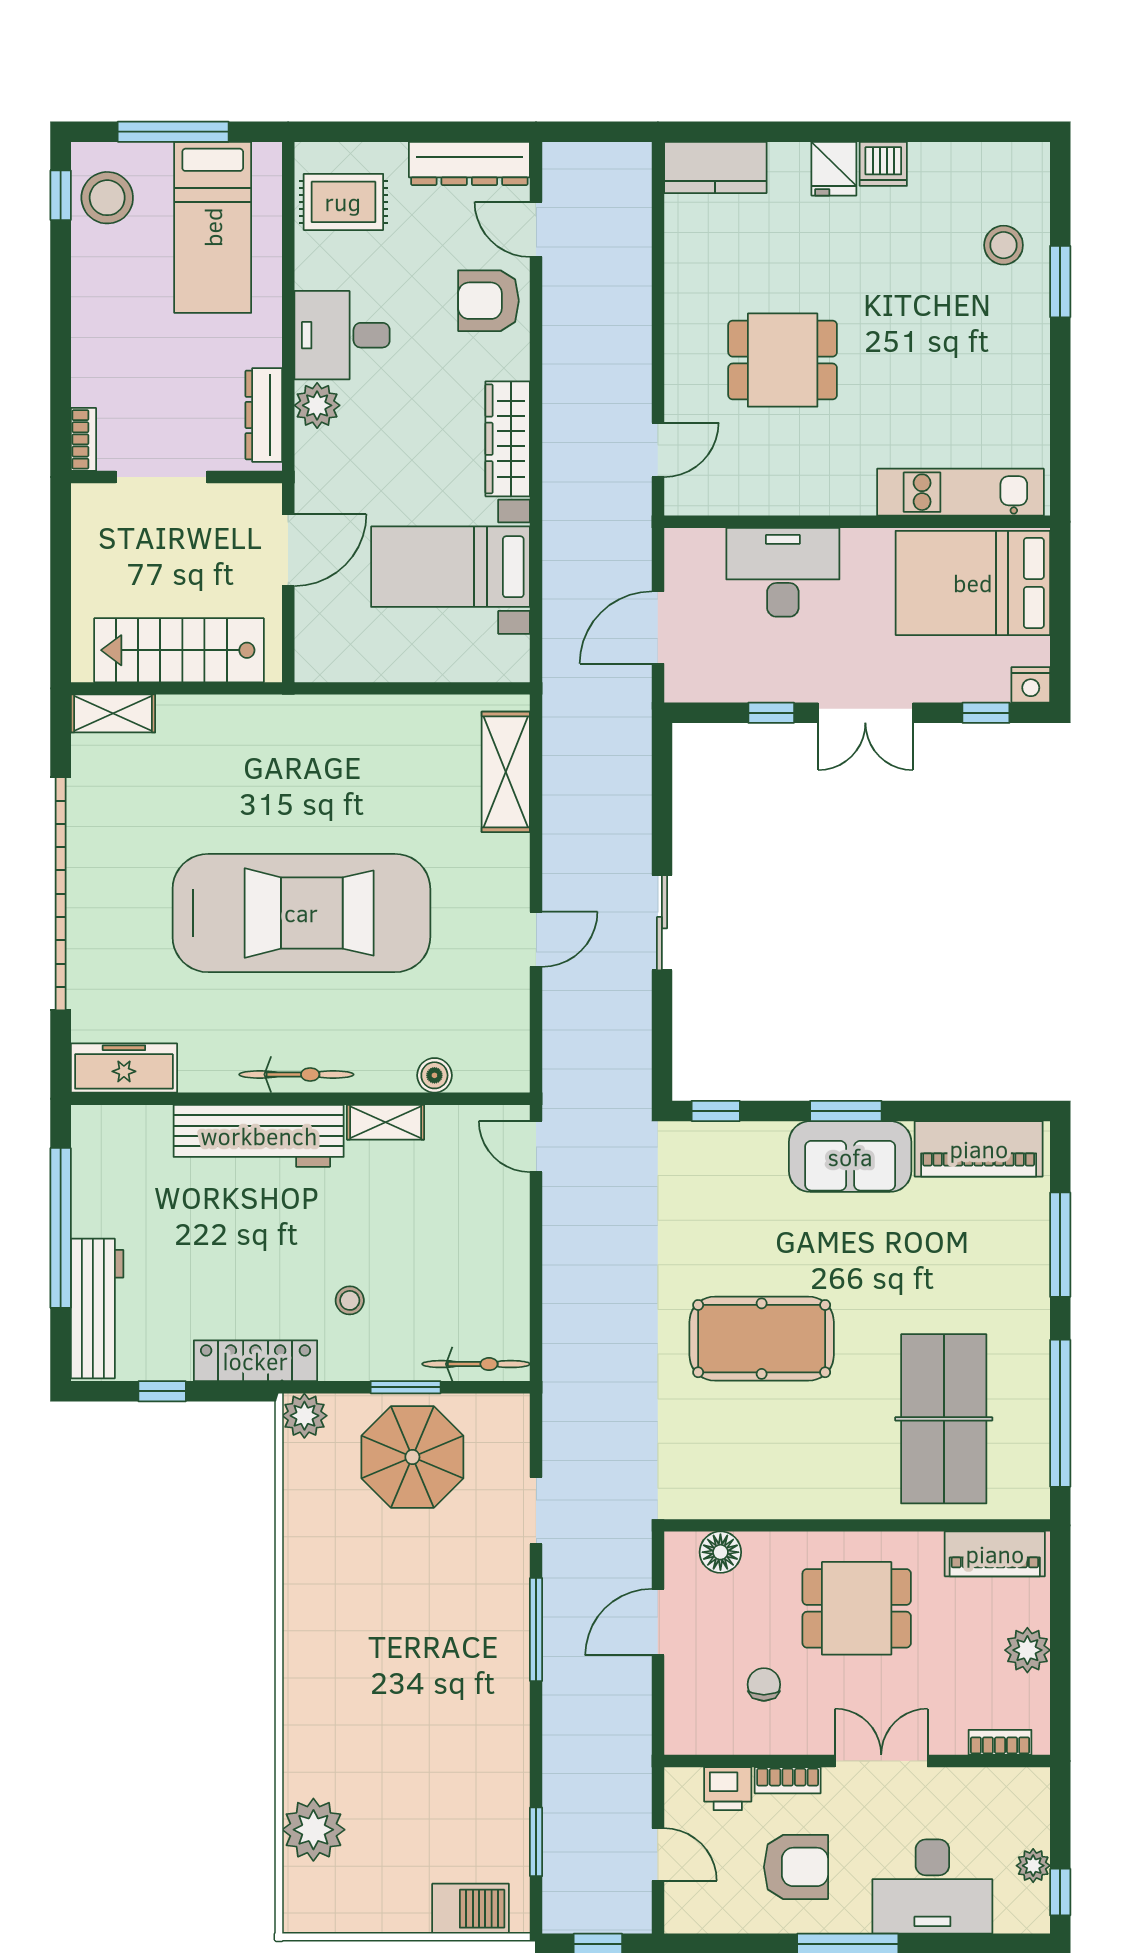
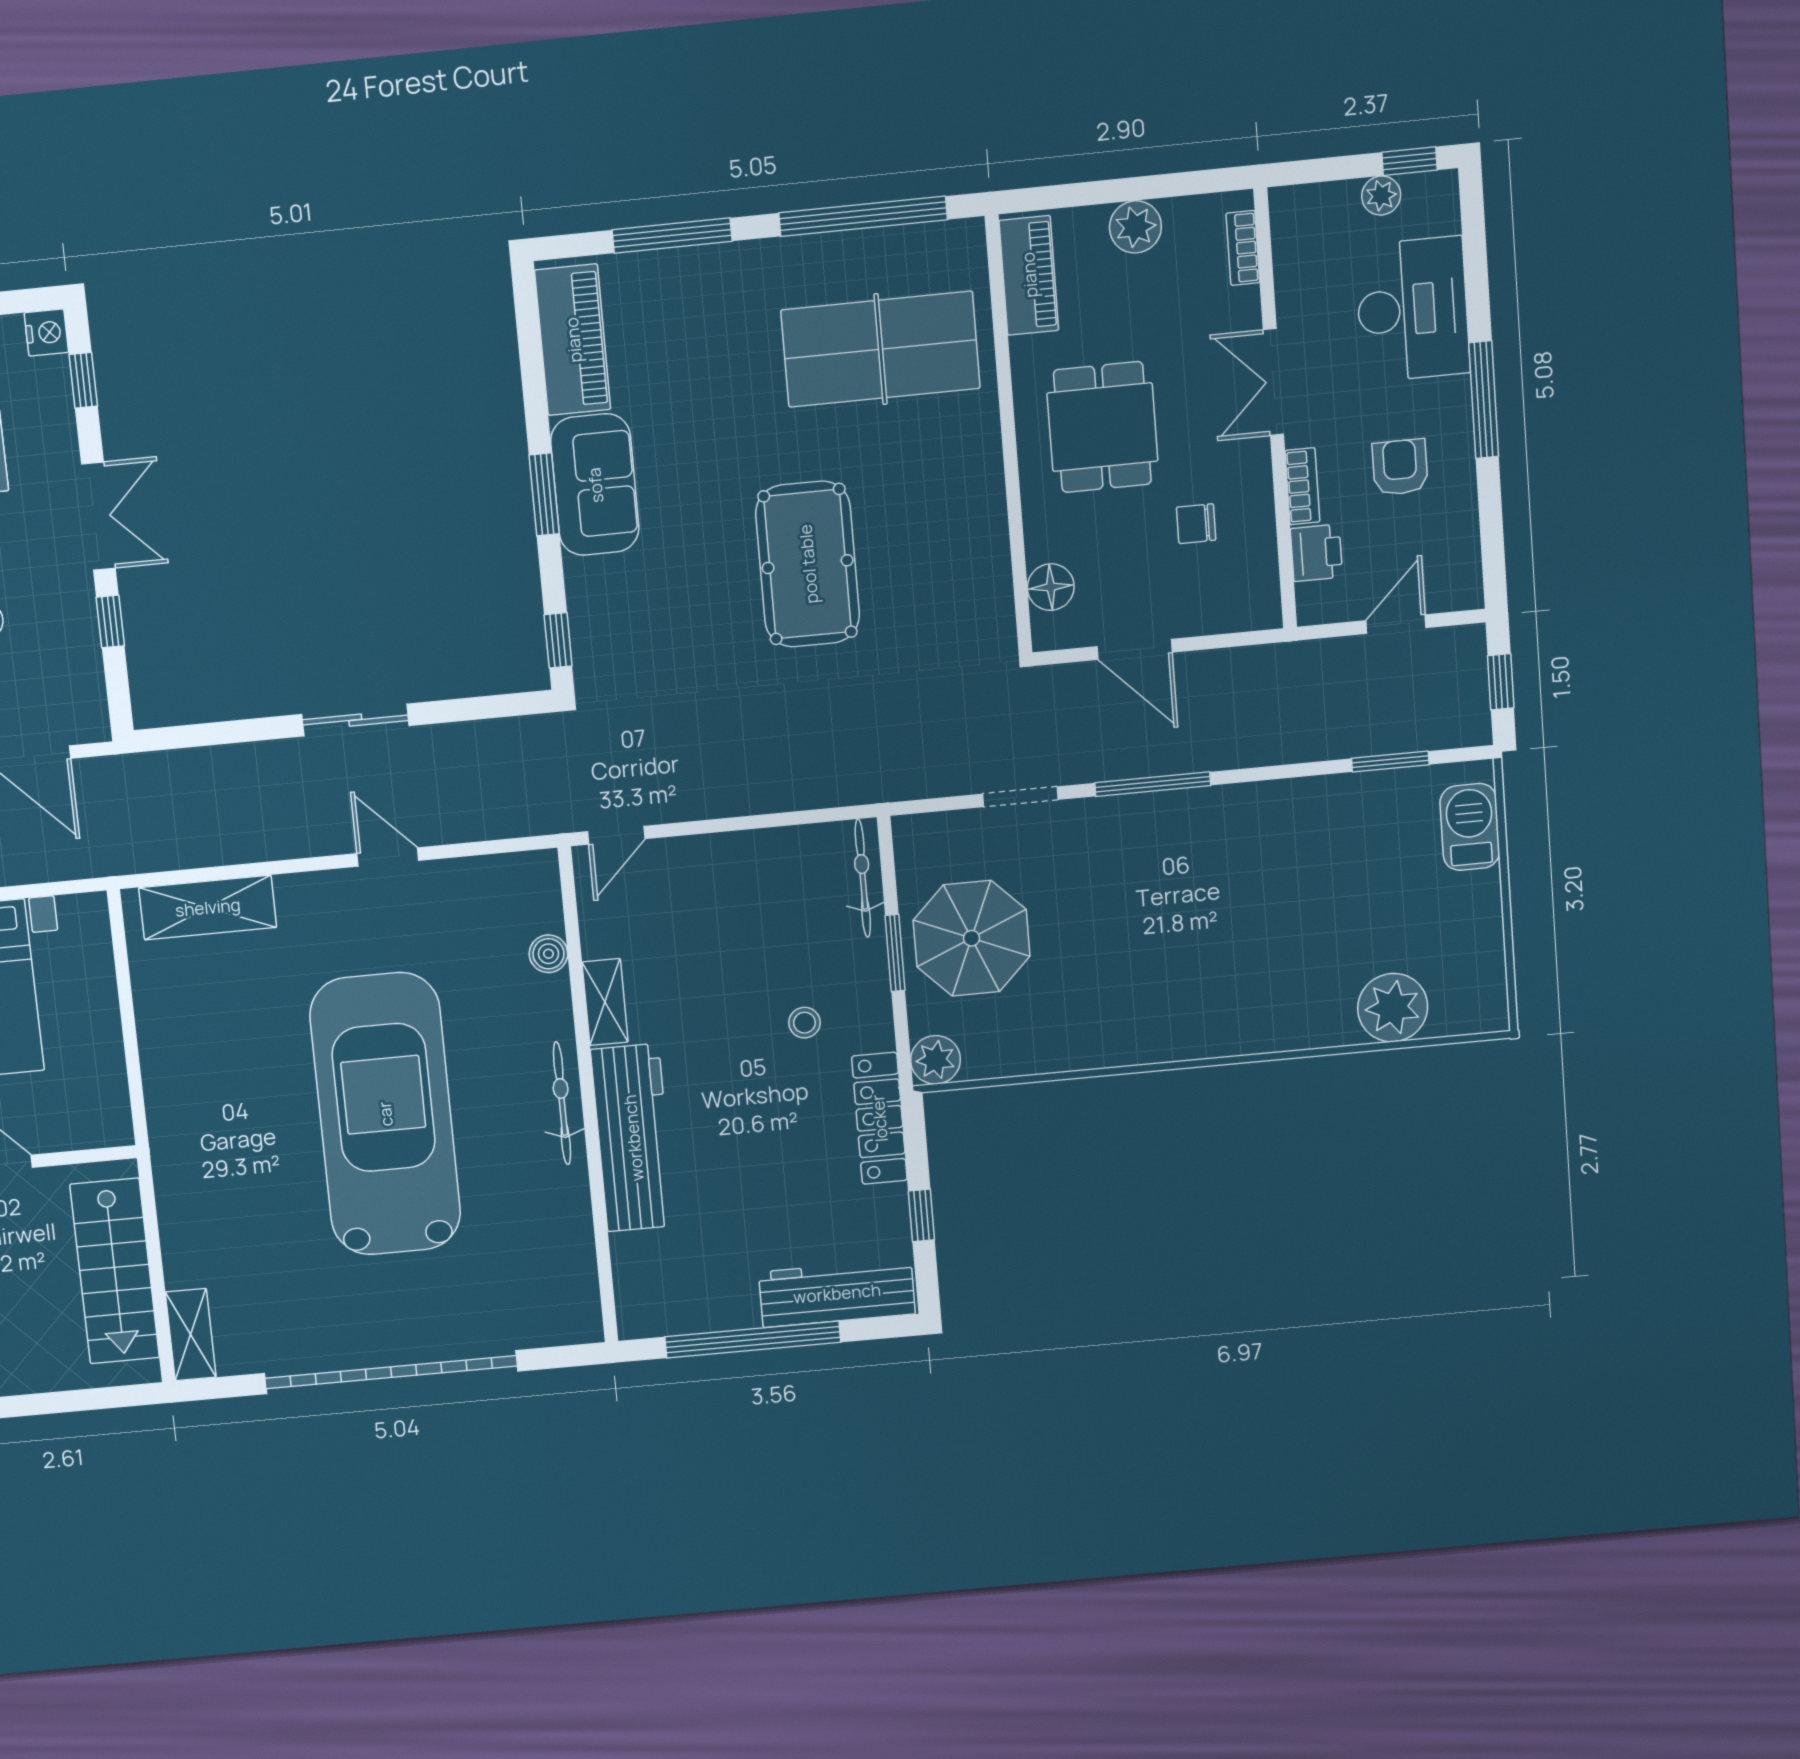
freezer: (124, 1068) -> (573, 1288), removed
armchair: (796, 1867) -> (1400, 467), width x0.72, depth x0.72

